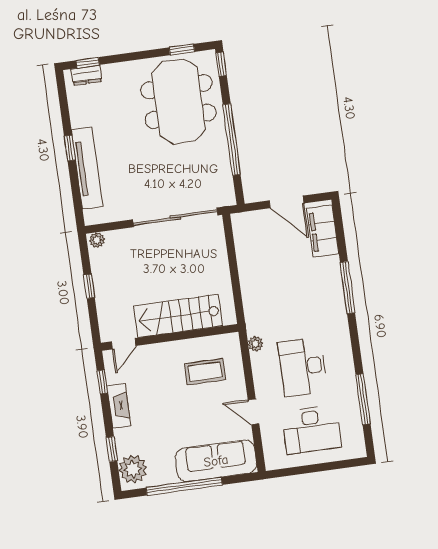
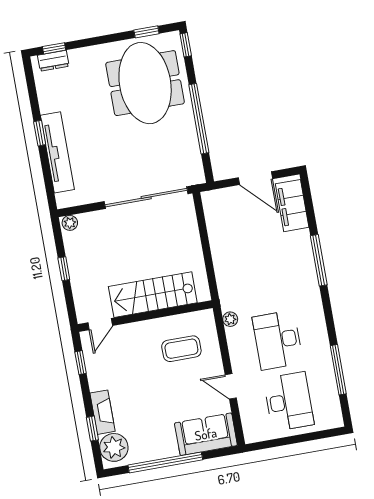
fireplace: (119, 406) -> (102, 412), moved
desk: (312, 429) -> (289, 402), turned -90
sofa: (216, 461) -> (206, 434), width x0.73

